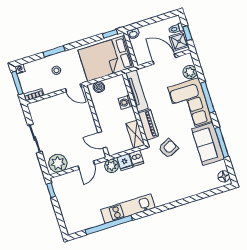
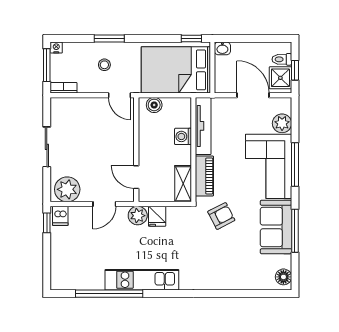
dishwasher: (137, 158) -> (60, 216), moved

